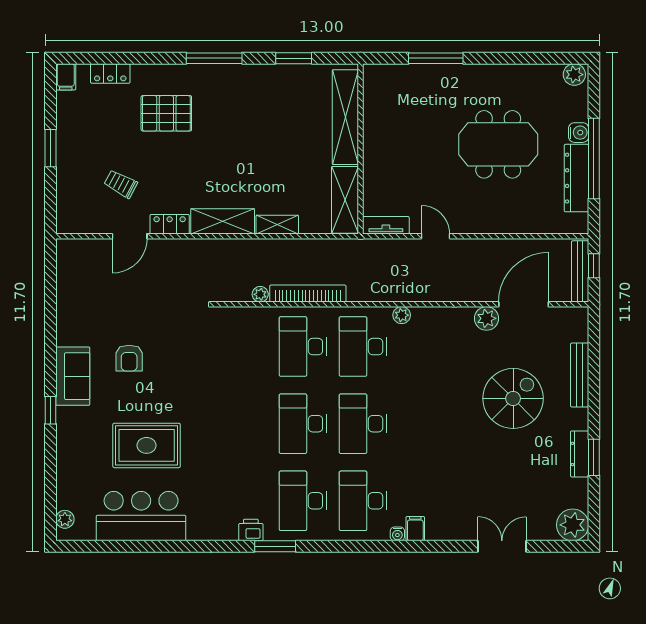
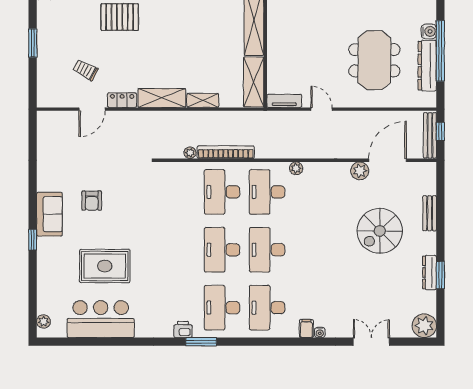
meeting table: (498, 144) -> (374, 60), moved, turned 90
bench: (580, 375) -> (430, 213), width x0.73
spiral stairs: (513, 398) -> (380, 231), turned 180
water cooler: (397, 534) -> (320, 332), moved

